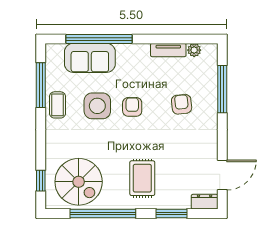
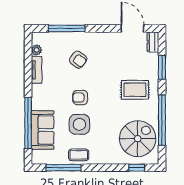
armchair: (182, 104) -> (78, 60), turned -138

